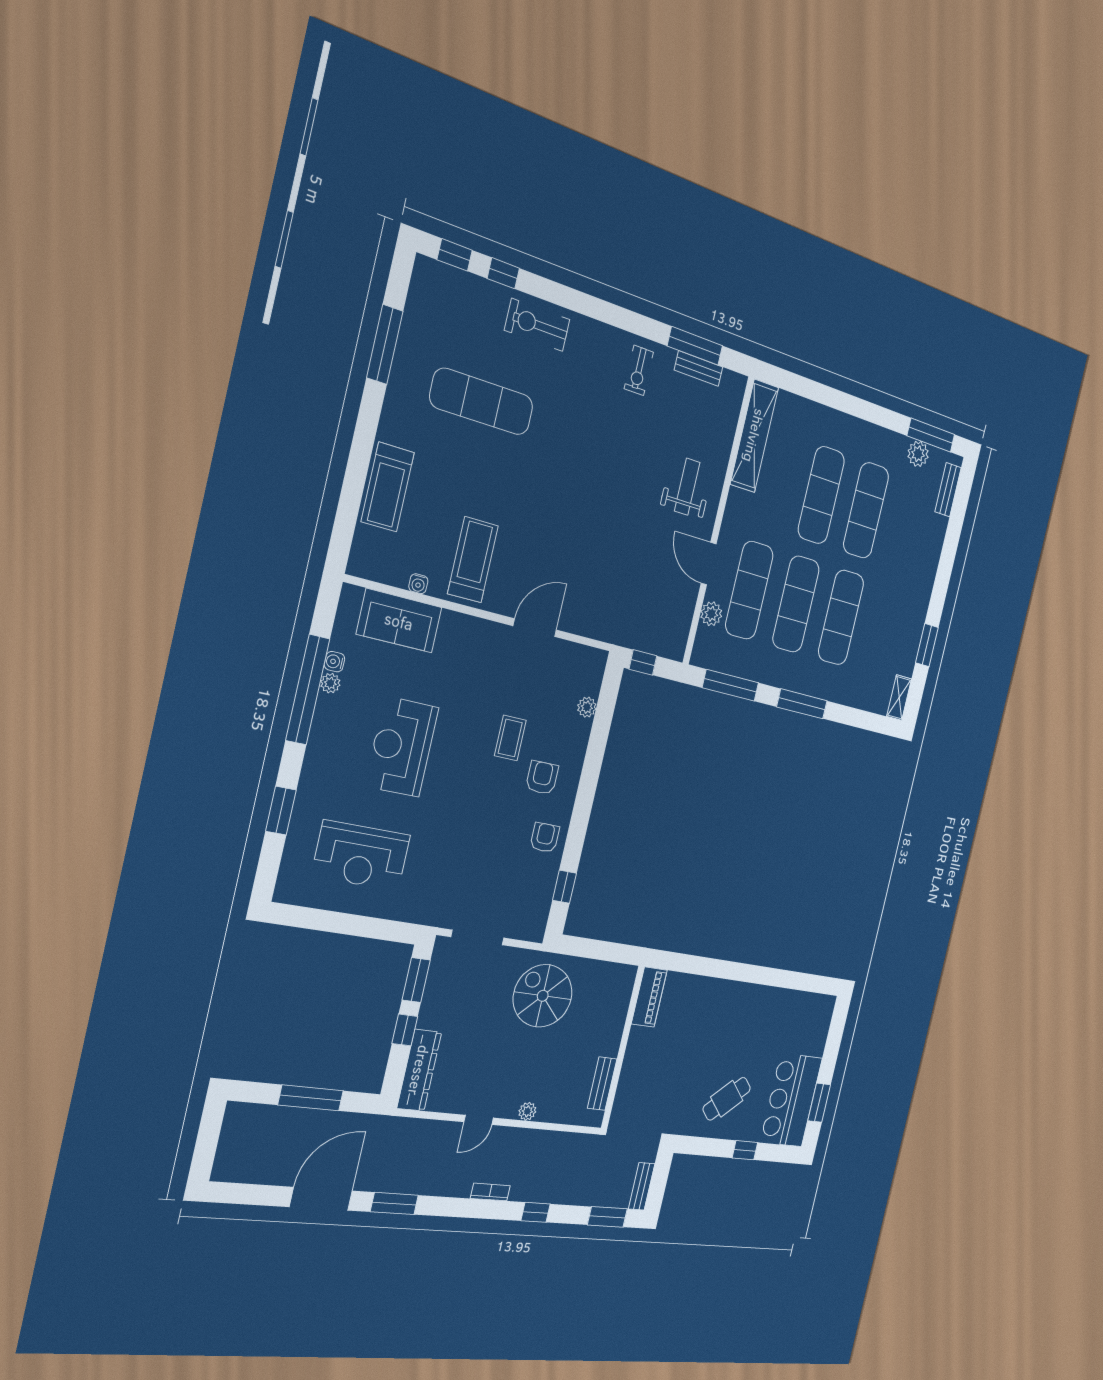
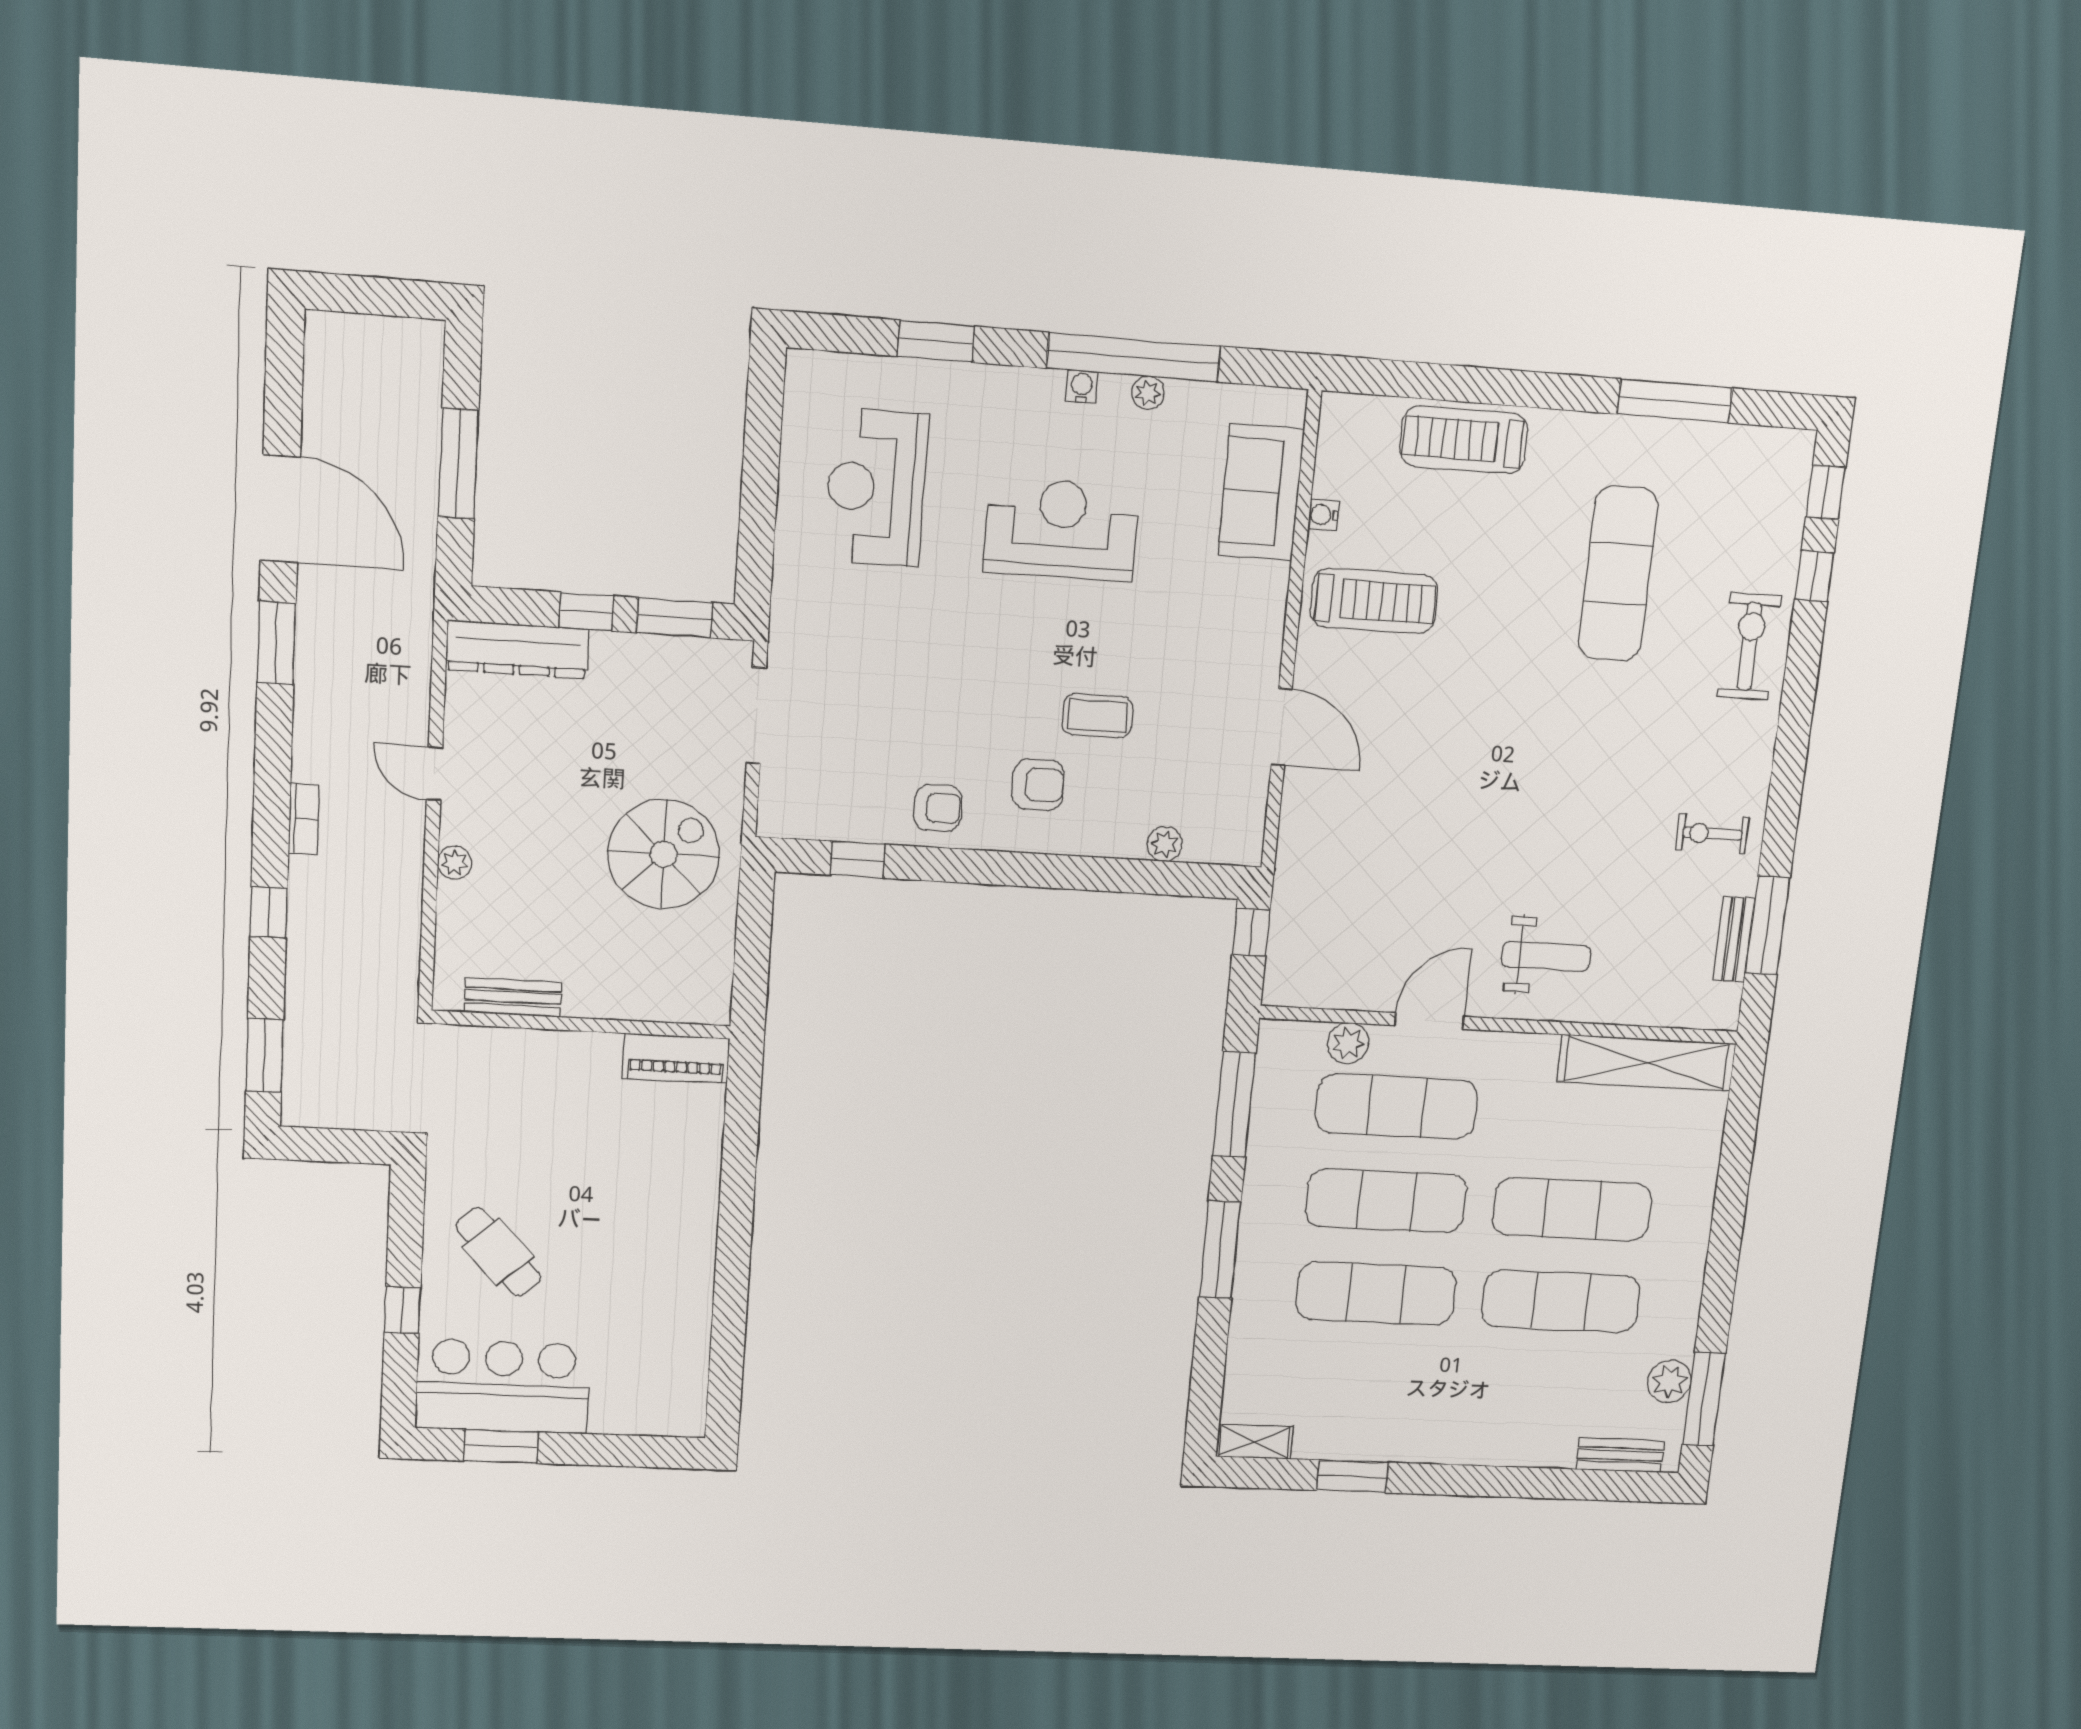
water cooler: (335, 662) -> (1082, 387), moved
bench: (642, 1186) -> (325, 1113), removed

